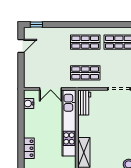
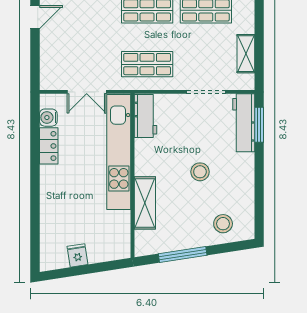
stool: (116, 135) -> (200, 172), added
locker: (29, 148) -> (49, 146), moved

